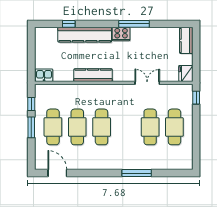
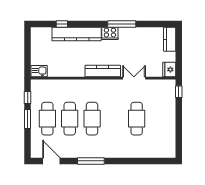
kitchen counter: (93, 75) -> (103, 71), moved
cafe table: (174, 127) -> (159, 119), removed
window: (137, 173) -> (91, 161), moved

